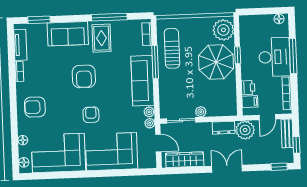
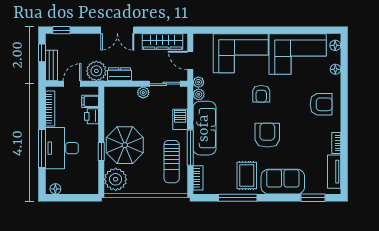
barbecue: (166, 88) -> (180, 119), added

